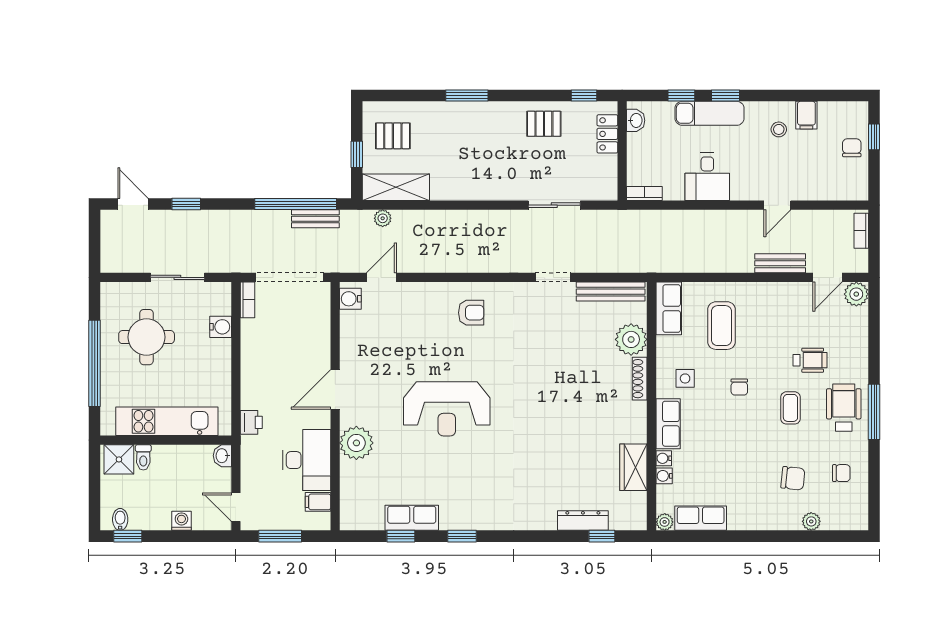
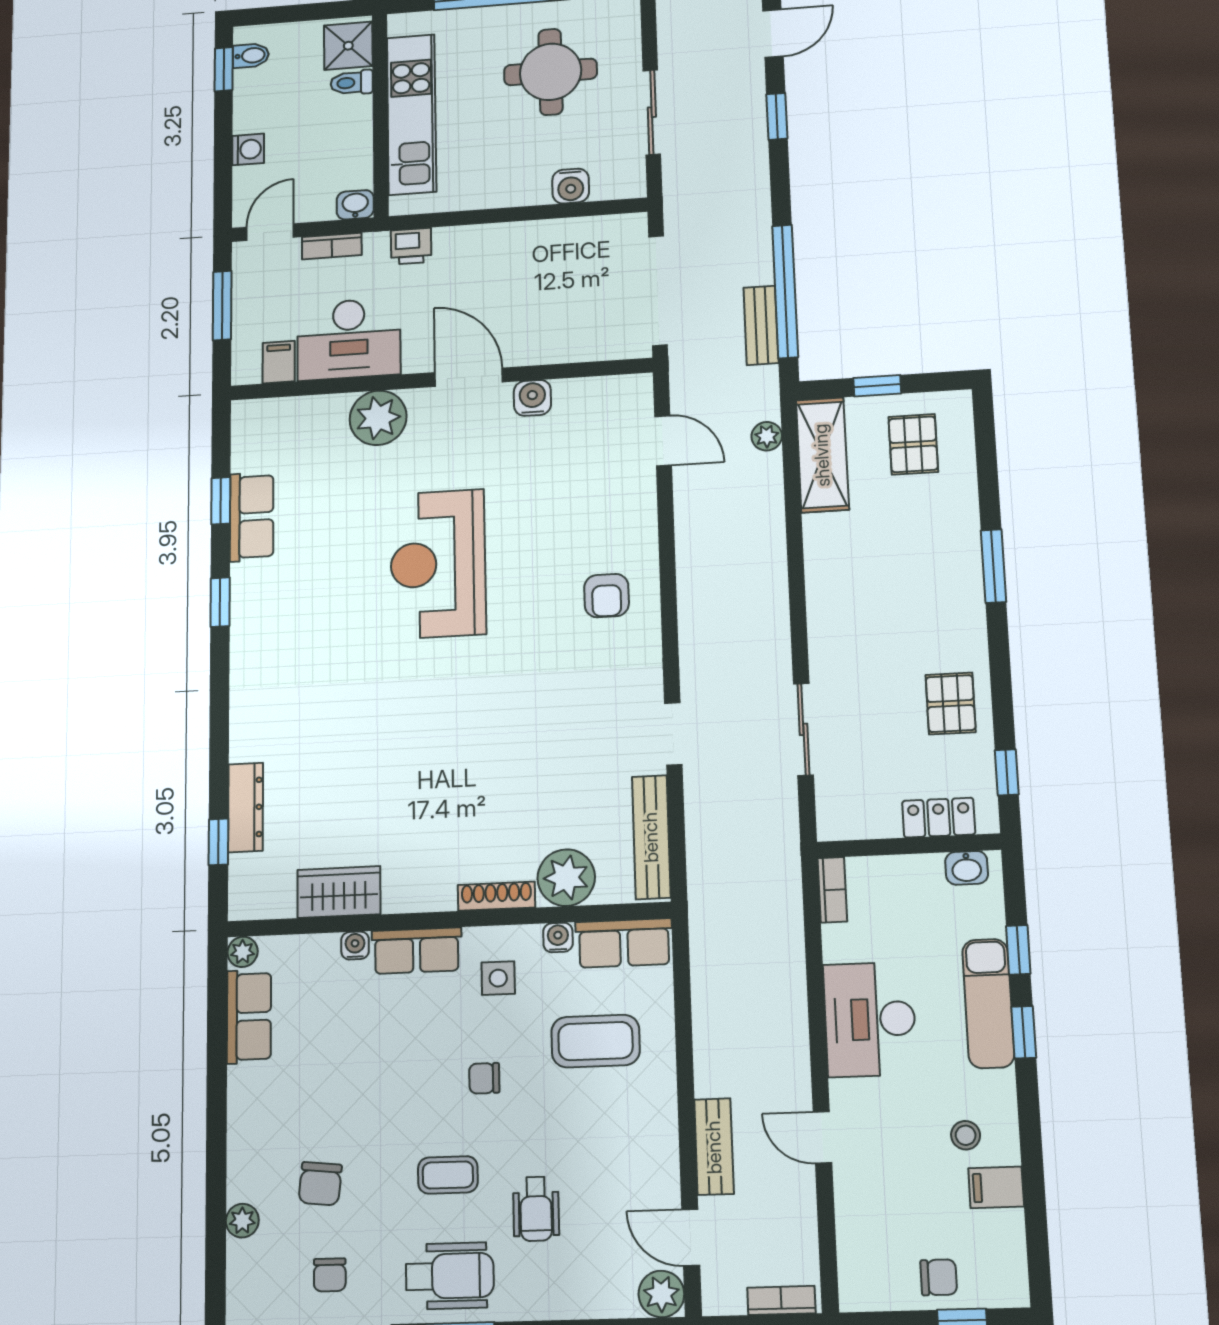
desk: (707, 177) -> (870, 1019), width x1.37
water cooler: (350, 299) -> (532, 398), moved
bookcase: (247, 300) -> (332, 246), moved
water cooler: (664, 476) -> (558, 937), moved

